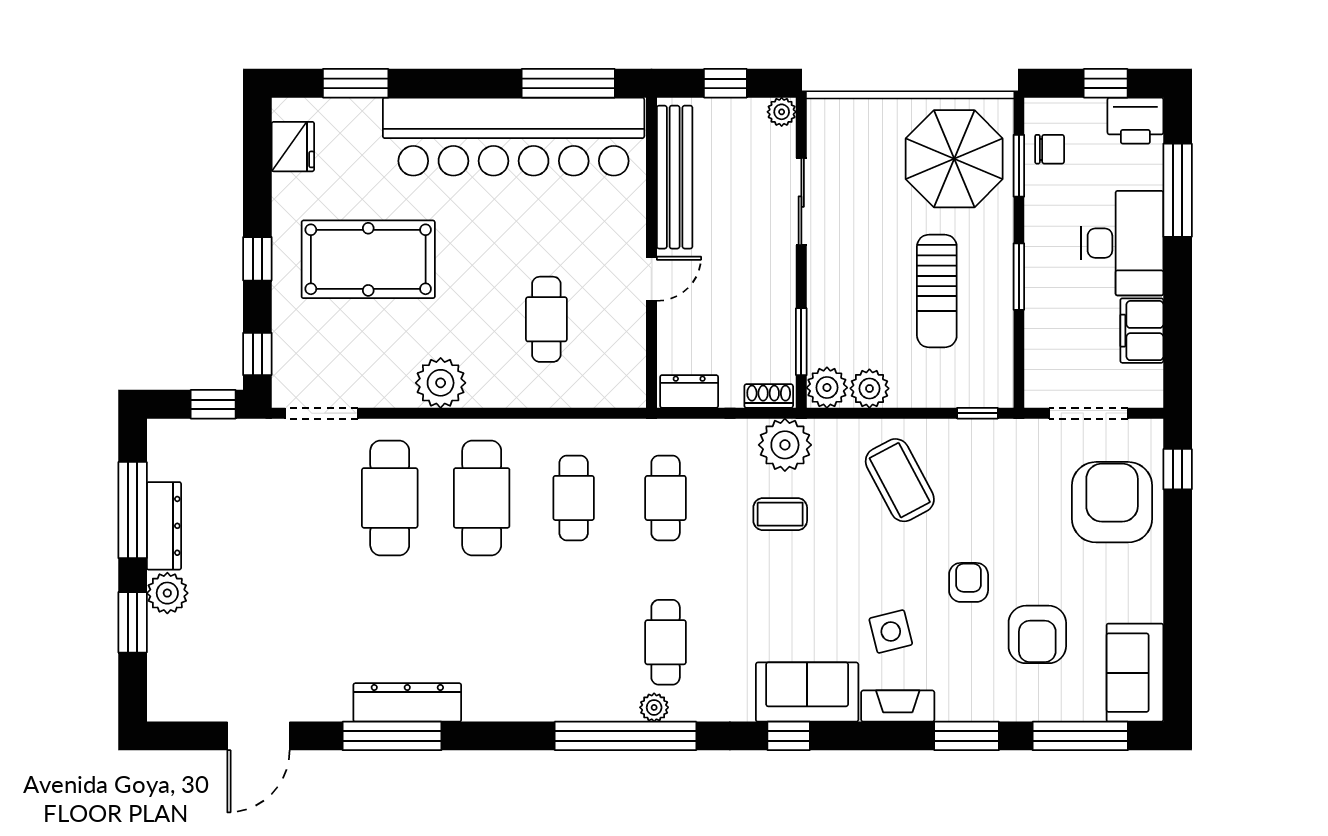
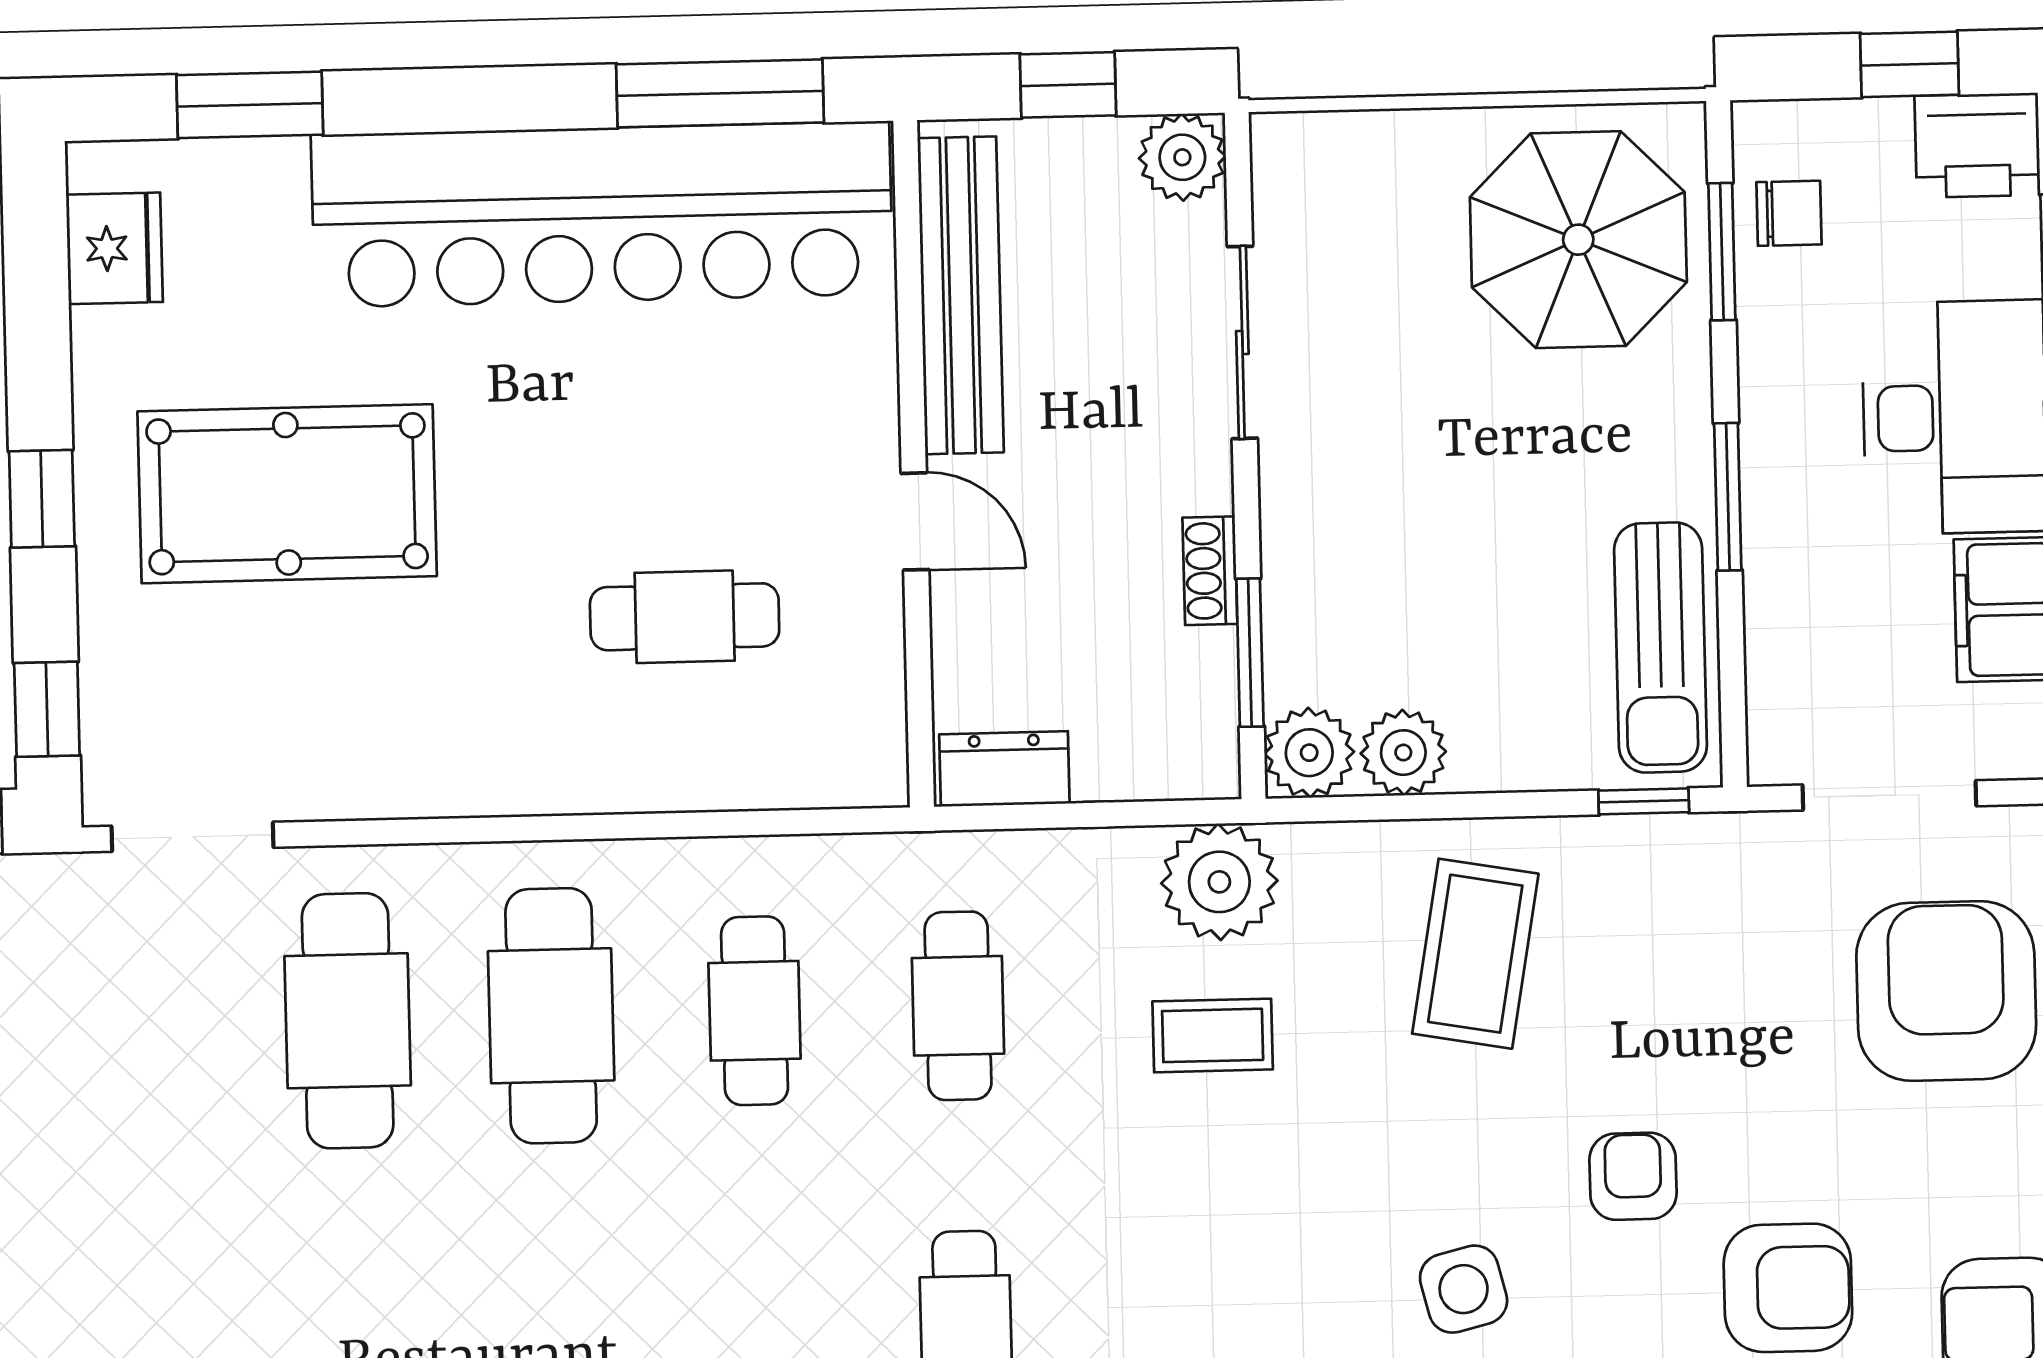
plant: (782, 112) -> (1182, 157), width x1.38, depth x1.38
door: (651, 279) -> (915, 521), hinge flipped
sun lounger: (937, 291) -> (1661, 647), moved
cafe table: (546, 319) -> (685, 617), turned 90
plant: (441, 383) -> (454, 763), removed
shoe rack: (769, 396) -> (1210, 571), moved, turned -90
coffee table: (900, 480) -> (1475, 954), turned 38
armchair: (1037, 634) -> (1788, 1288), turned -90

